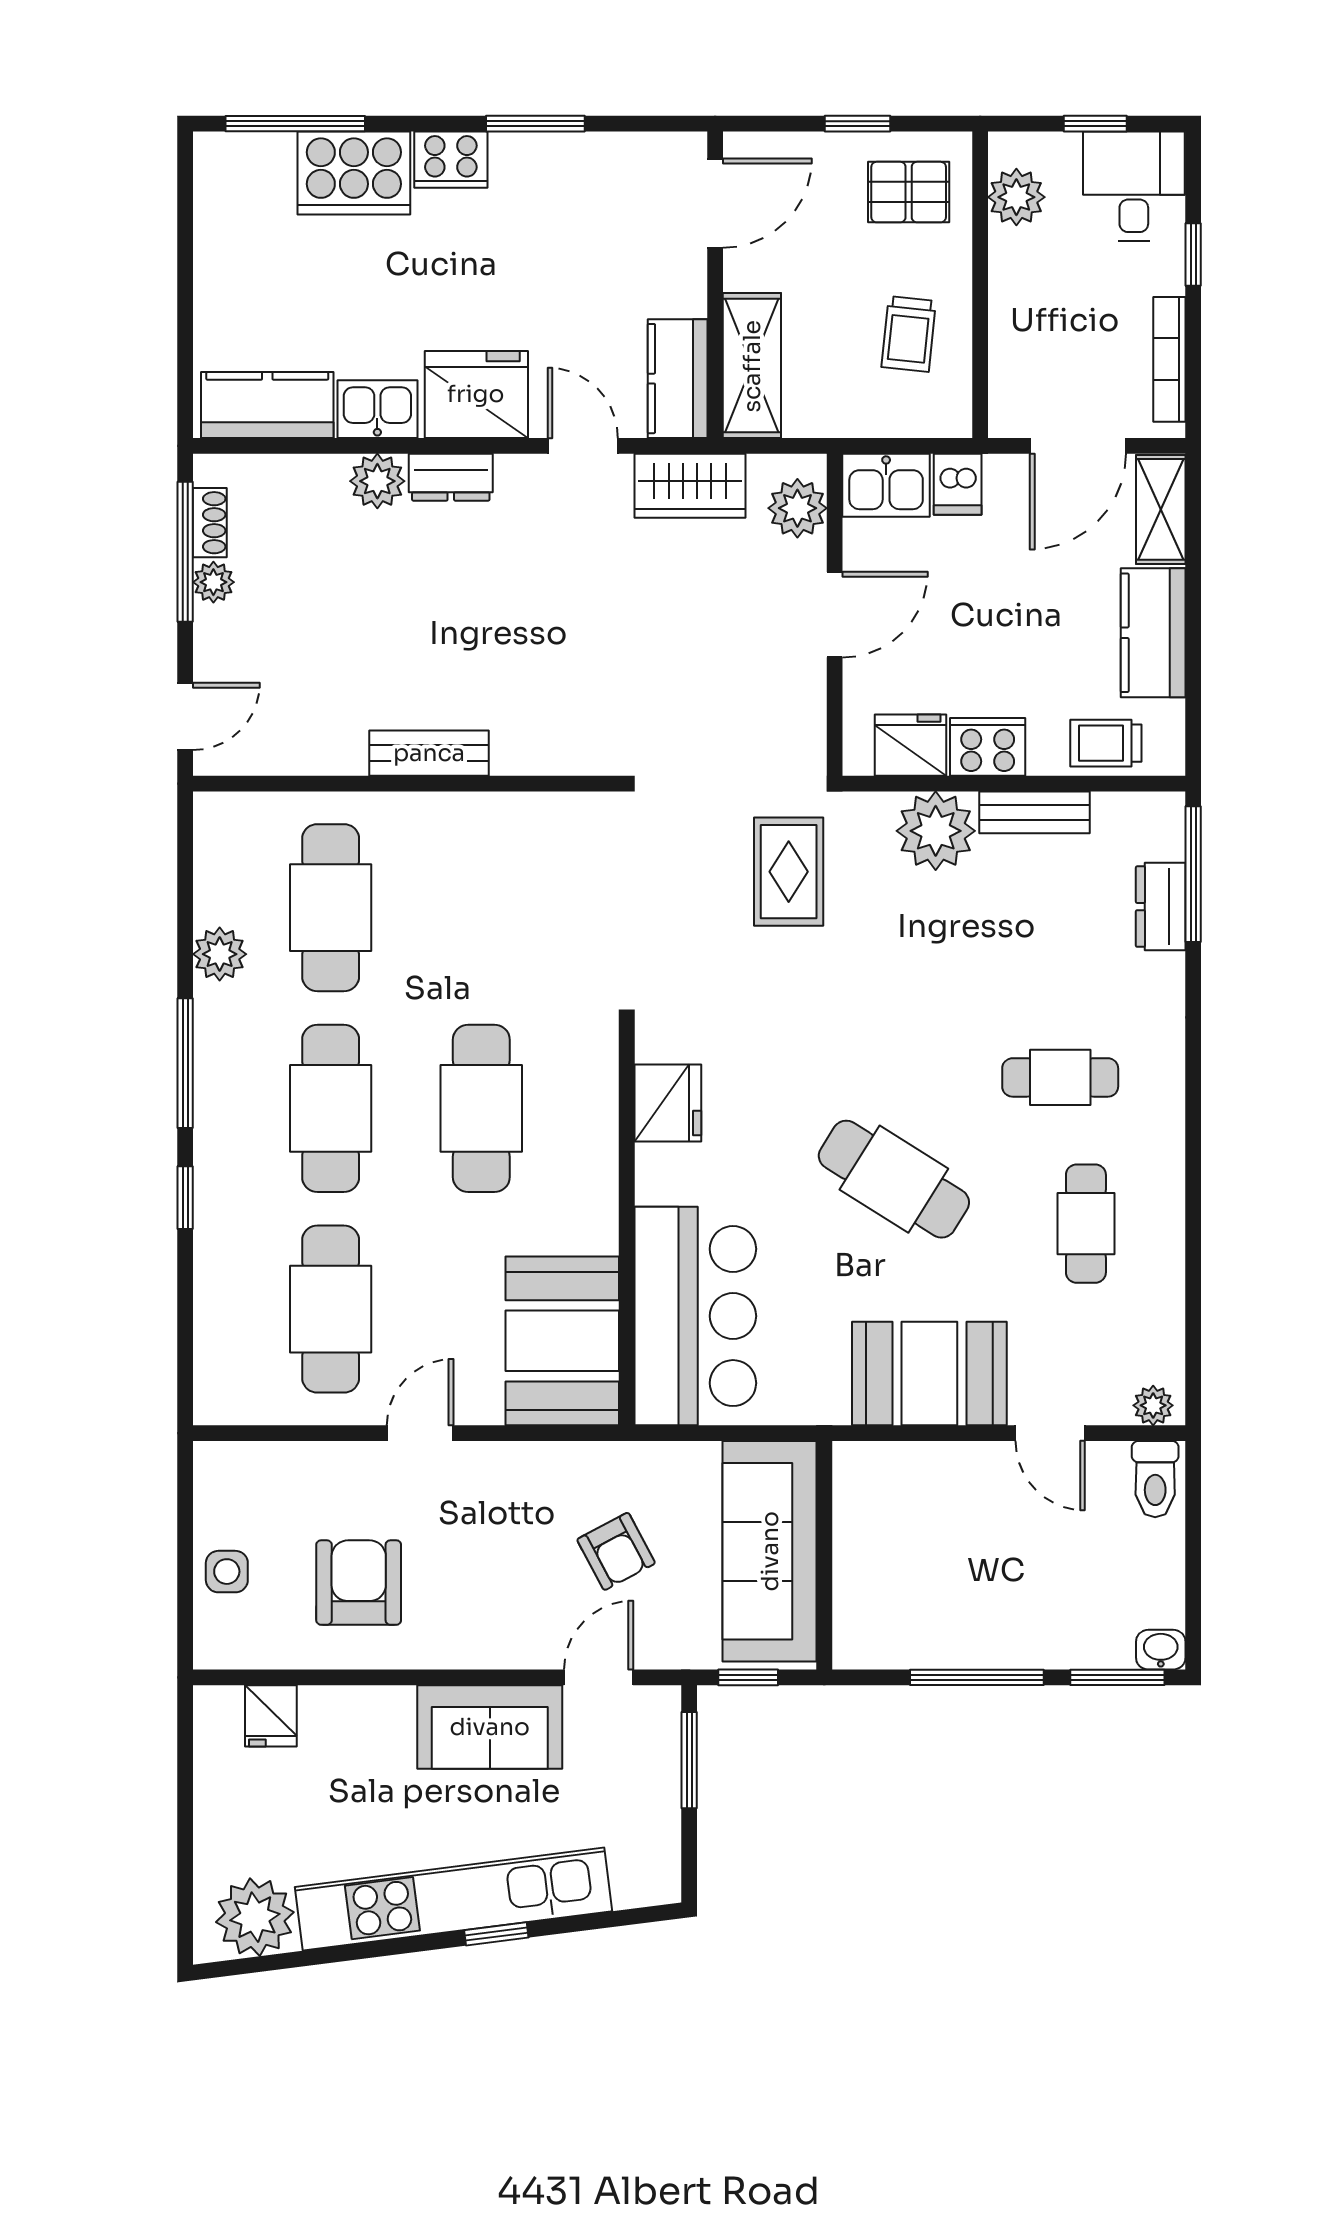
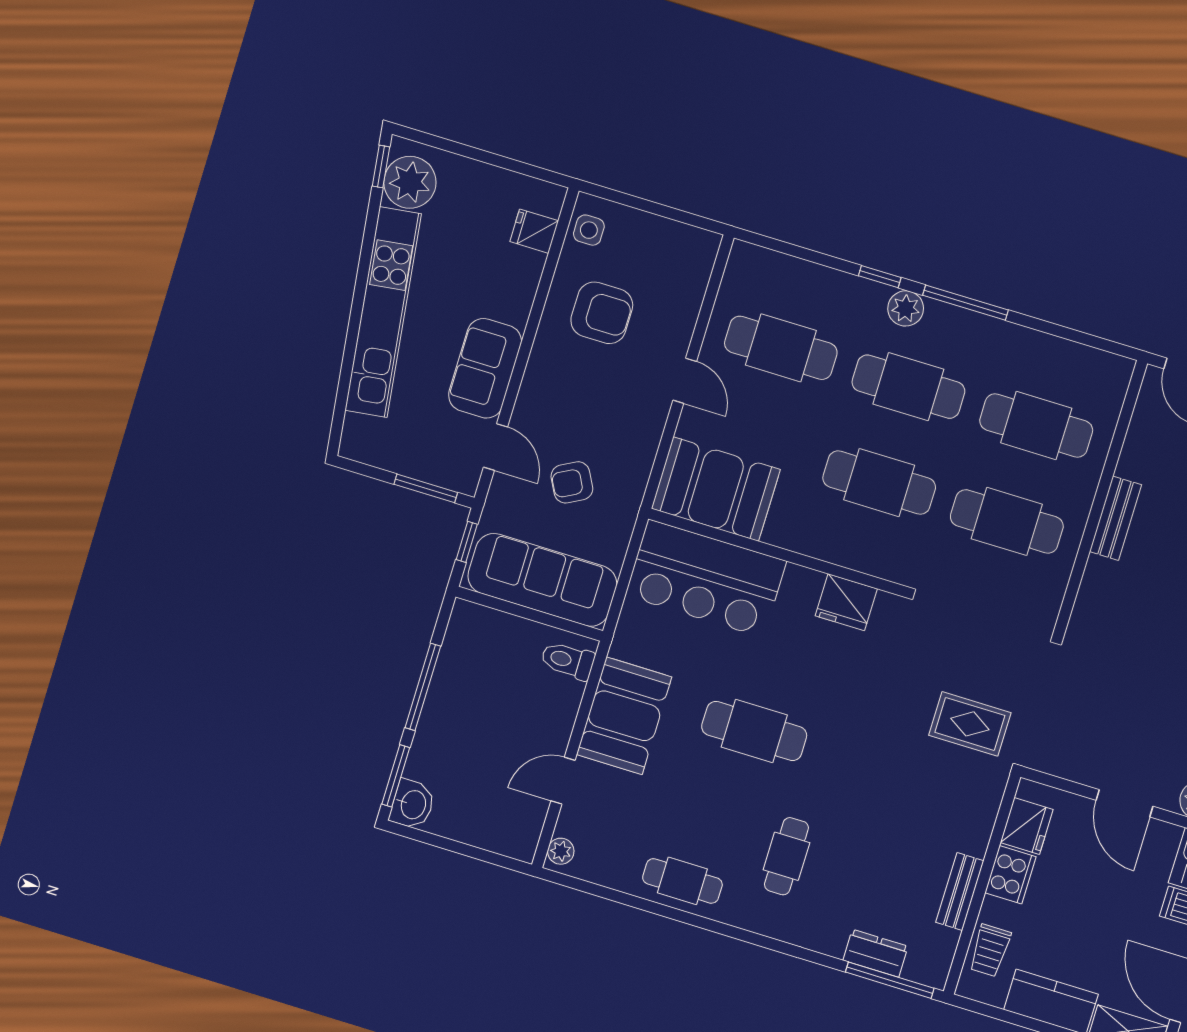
trolley: (1106, 743) -> (990, 950), turned 180
plant: (936, 831) -> (967, 825), removed
cafe table: (481, 908) -> (1007, 521), added
plant: (220, 954) -> (906, 308), moved
cafe table: (894, 1179) -> (754, 731), turned 58
cafe table: (1086, 1224) -> (682, 881), moved
toilet: (1155, 1479) -> (568, 660), moved
side table: (227, 1572) -> (589, 230), moved
washbasin: (1161, 1650) -> (412, 804), width x1.38, depth x1.45
window: (496, 1934) -> (381, 166), moved

